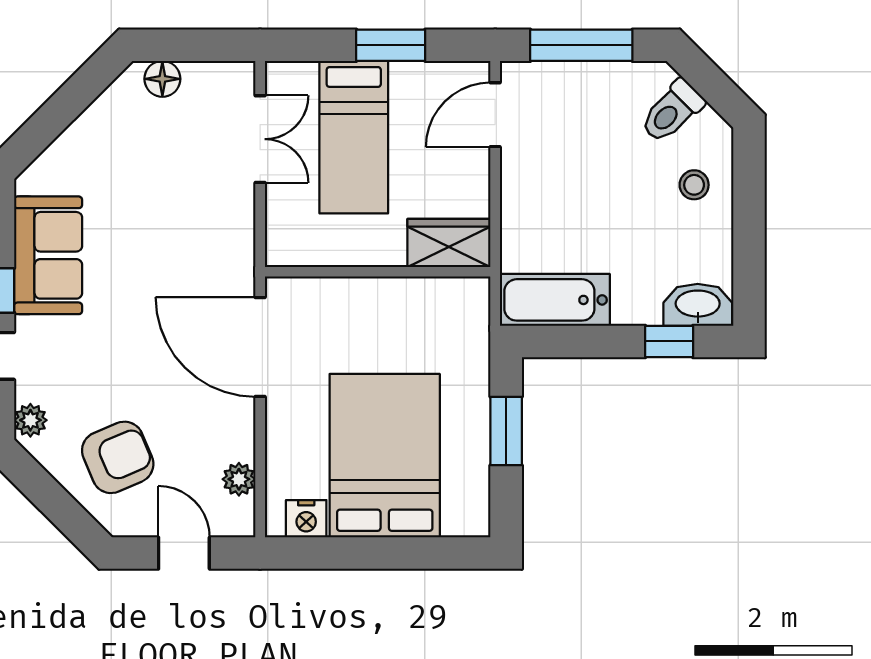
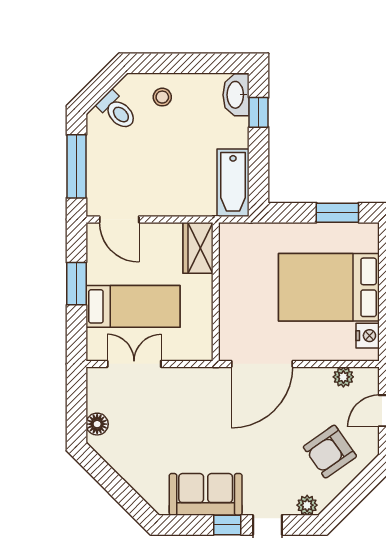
window: (506, 431) -> (337, 213), moved
armchair: (118, 457) -> (330, 452), turned -102

